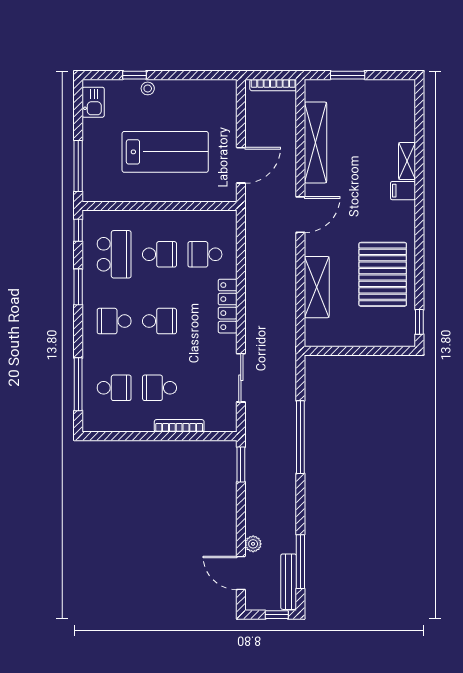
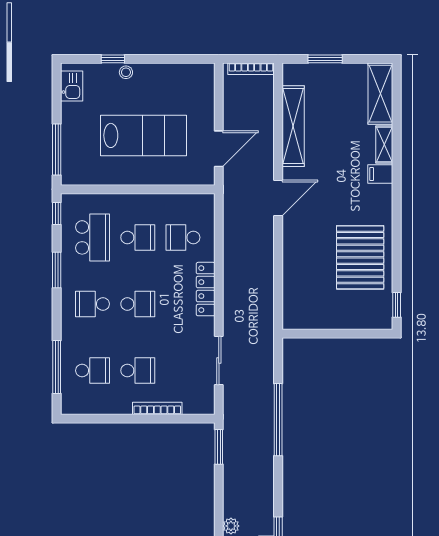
shelving: (317, 287) -> (380, 94), moved
school desk: (160, 388) -> (138, 371), turned 180

